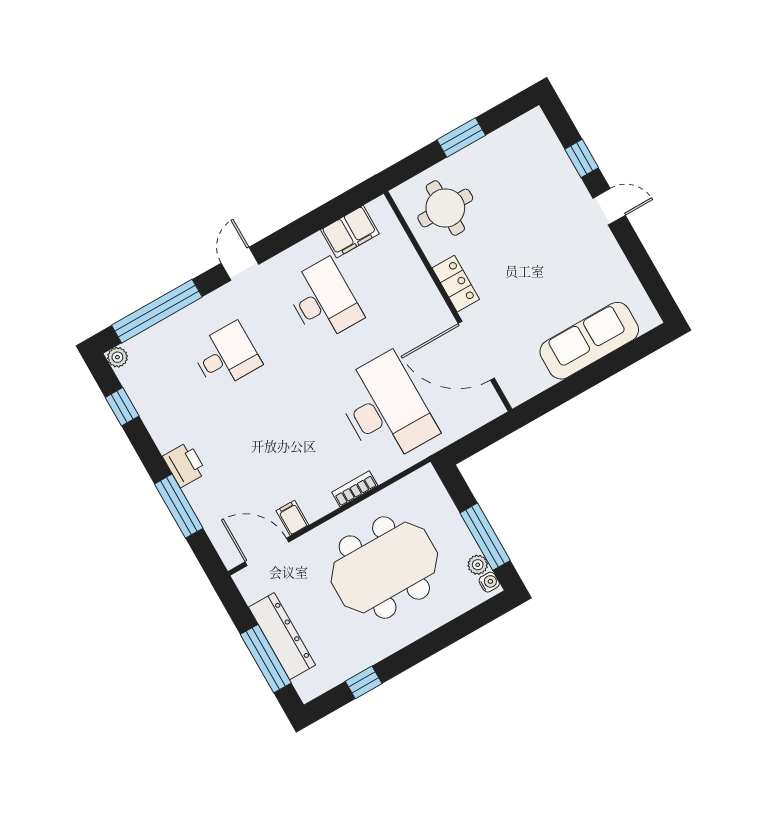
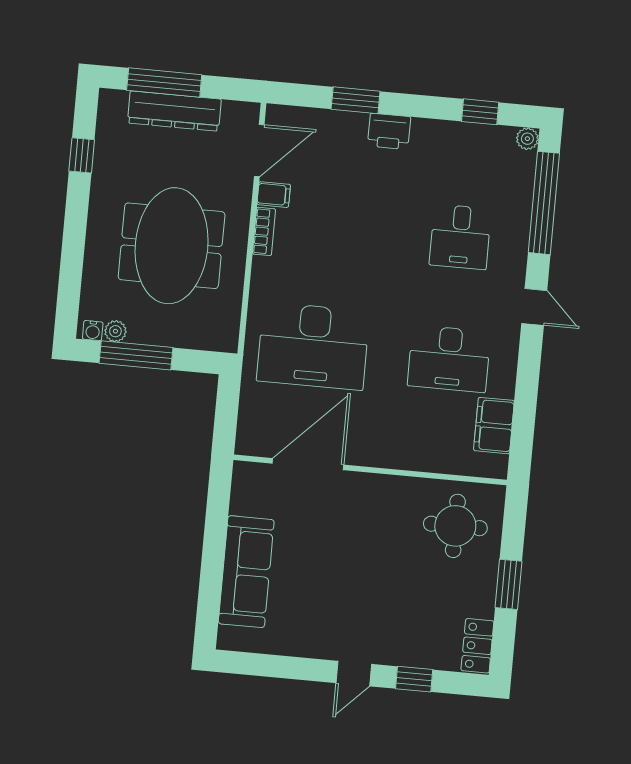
locker: (456, 284) -> (477, 646), moved, turned 90
bookcase: (355, 489) -> (264, 231), moved
window: (179, 506) -> (356, 100), width x0.69

